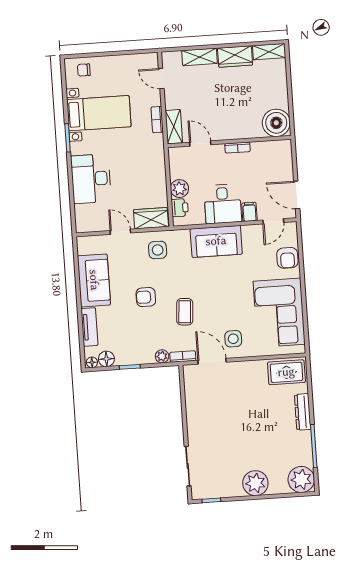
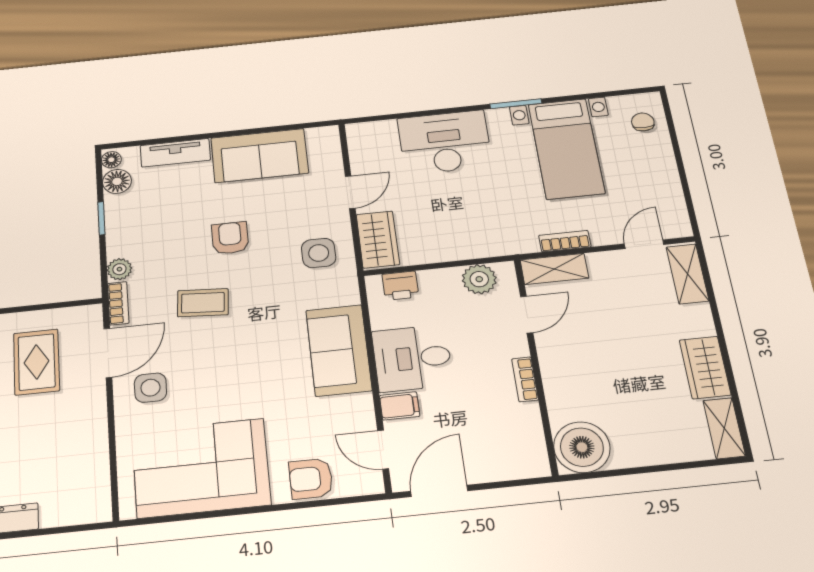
shelving: (200, 57) -> (687, 274), moved
plant: (179, 189) -> (479, 279), moved
rug: (286, 372) -> (36, 362), moved

